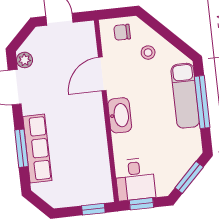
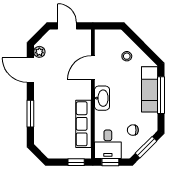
chair: (122, 32) -> (133, 130), moved
row of seats: (37, 148) -> (84, 124), moved, turned 180

